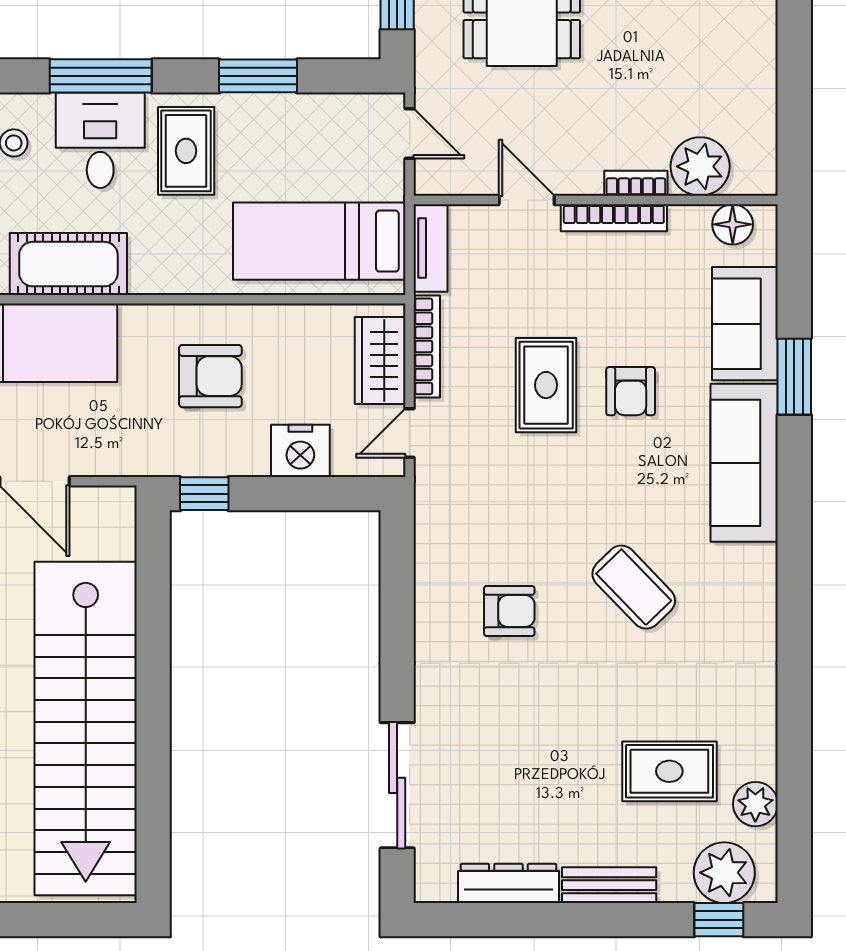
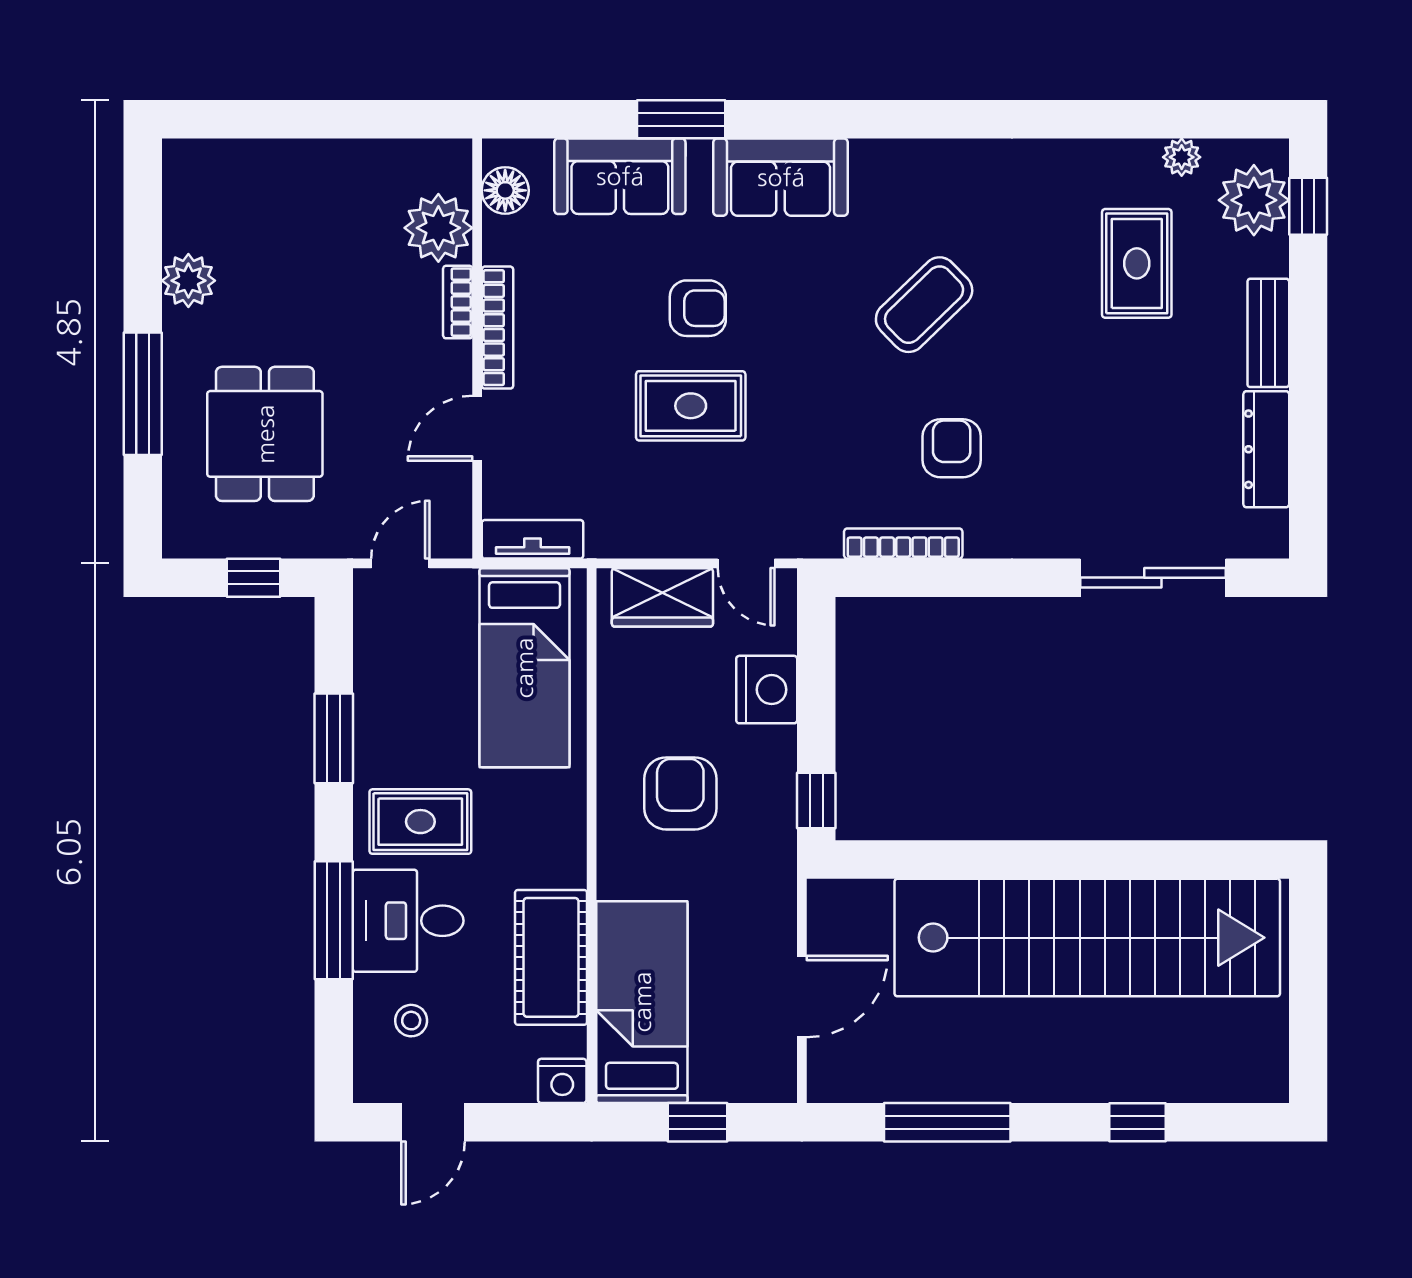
bookcase: (427, 346) -> (903, 544), moved
sofa: (744, 463) -> (781, 177), width x0.73
plant: (755, 804) -> (1182, 157), width x0.73, depth x0.73

